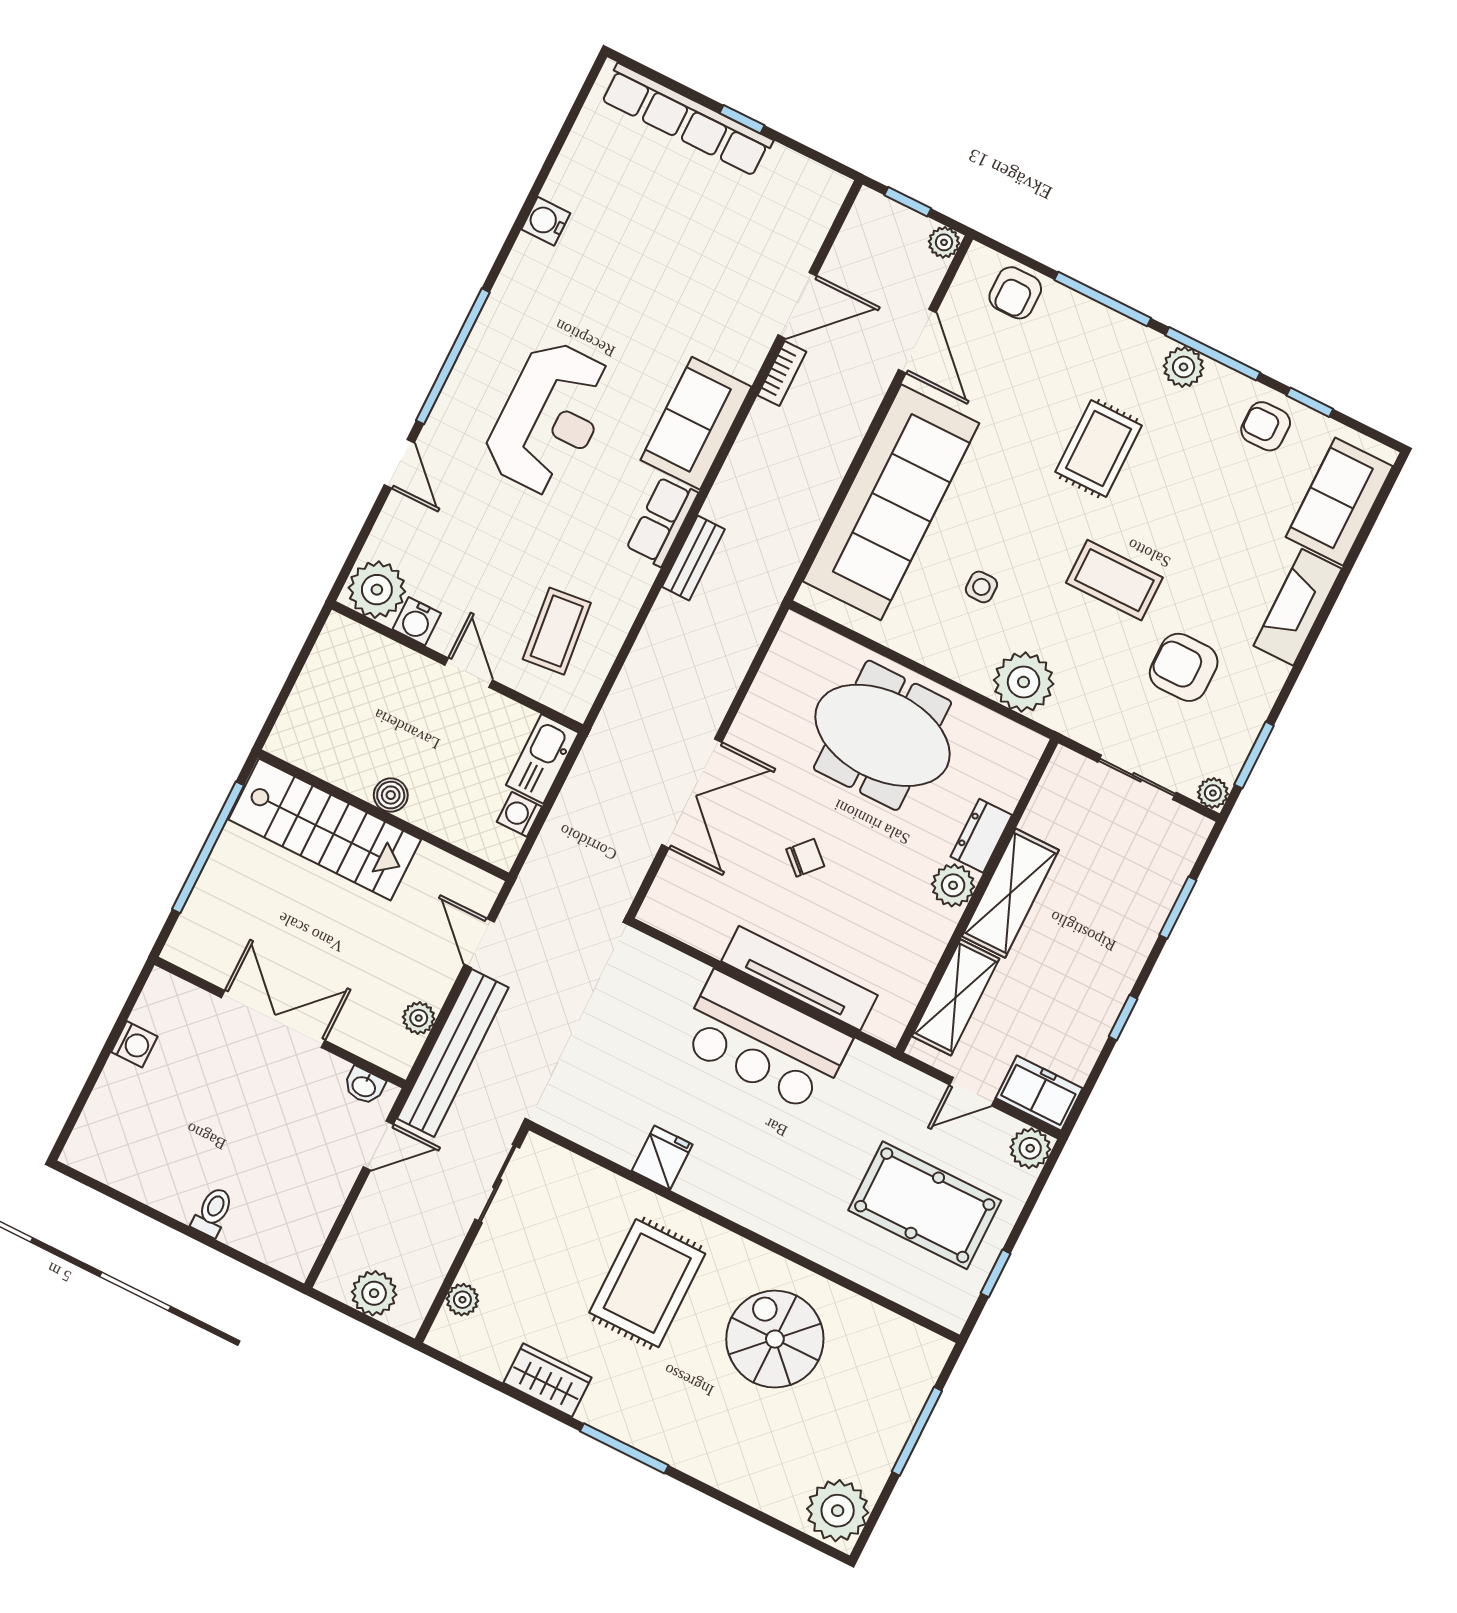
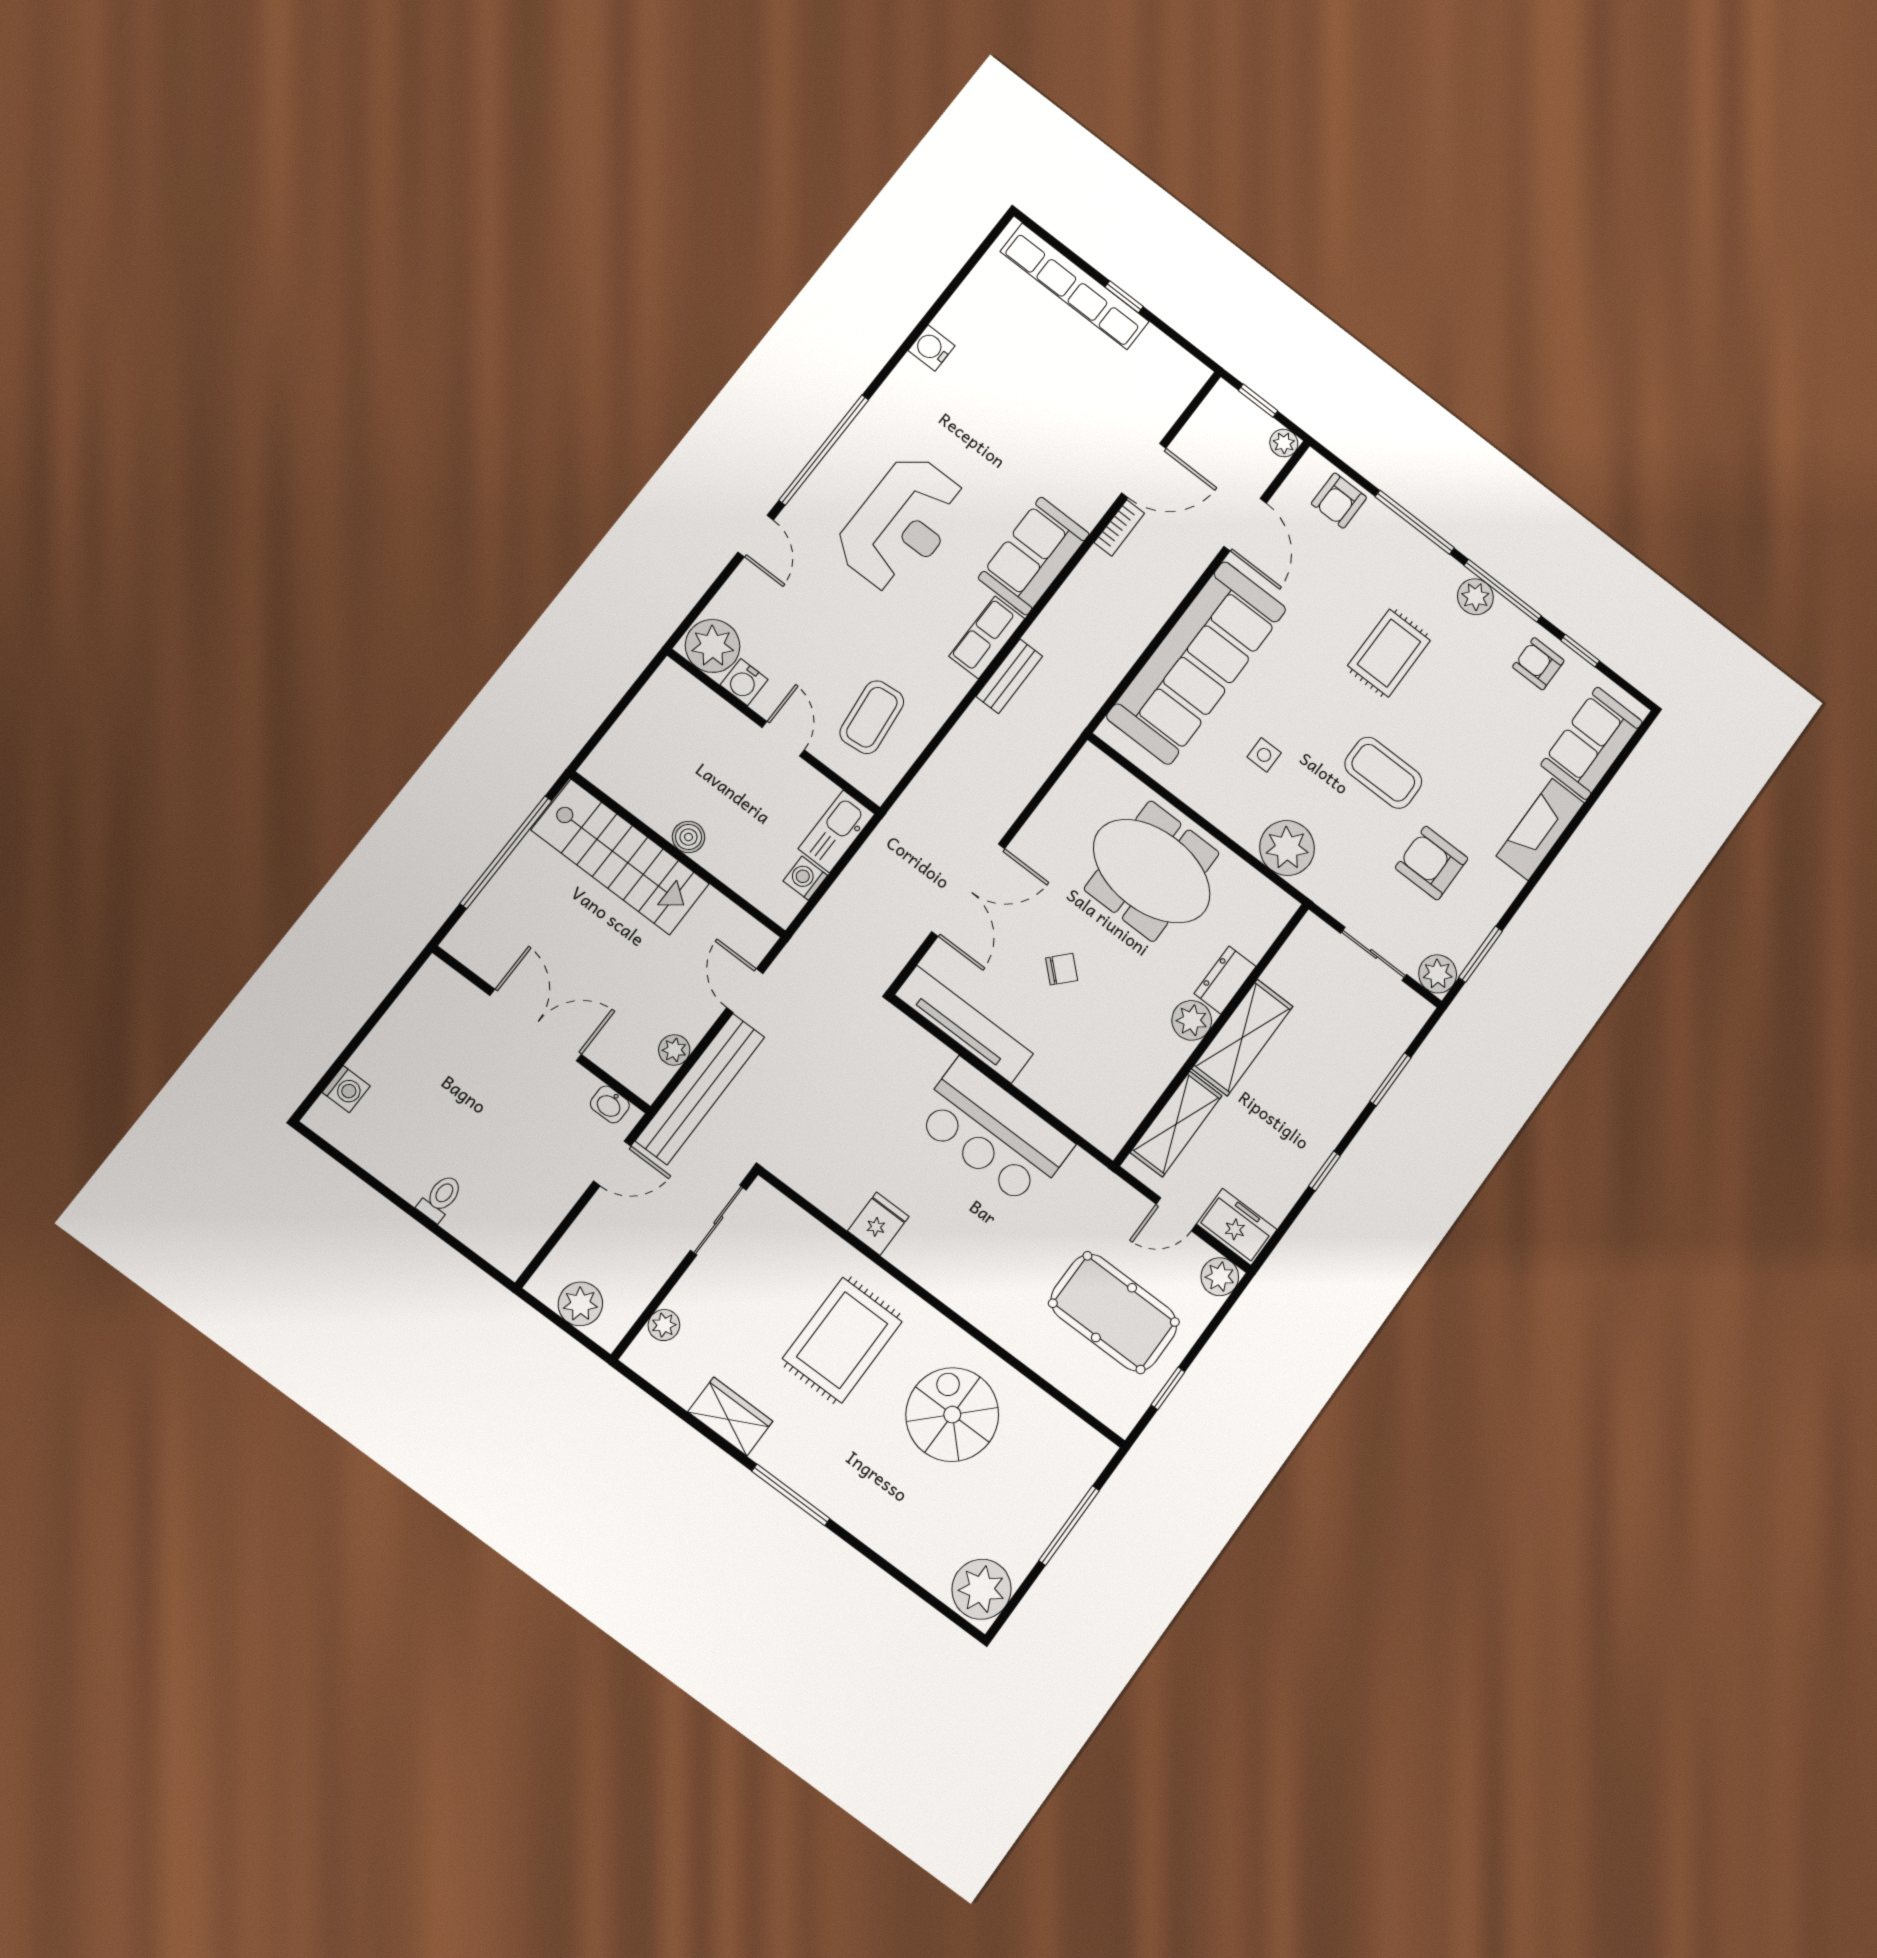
plant: (1213, 793) -> (1438, 974), width x1.38, depth x1.38
tv unit: (799, 978) -> (964, 1024), moved
washing machine: (134, 1044) -> (346, 1089), moved

